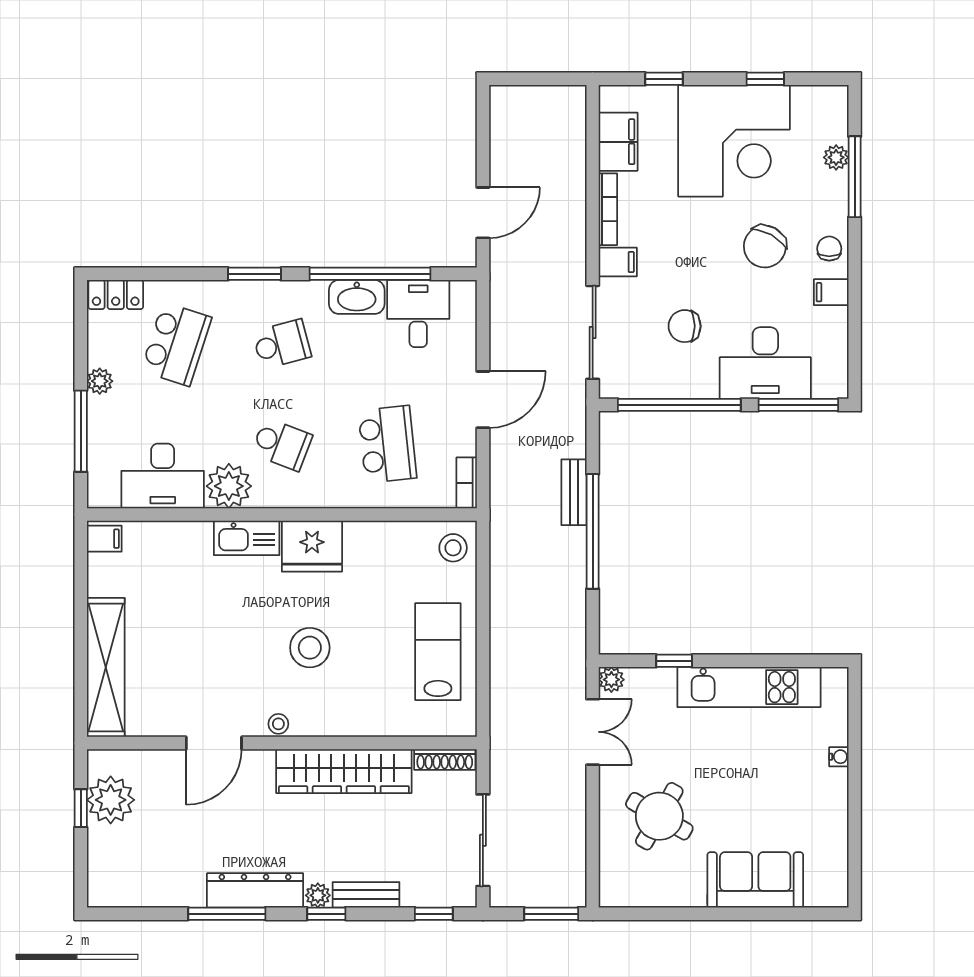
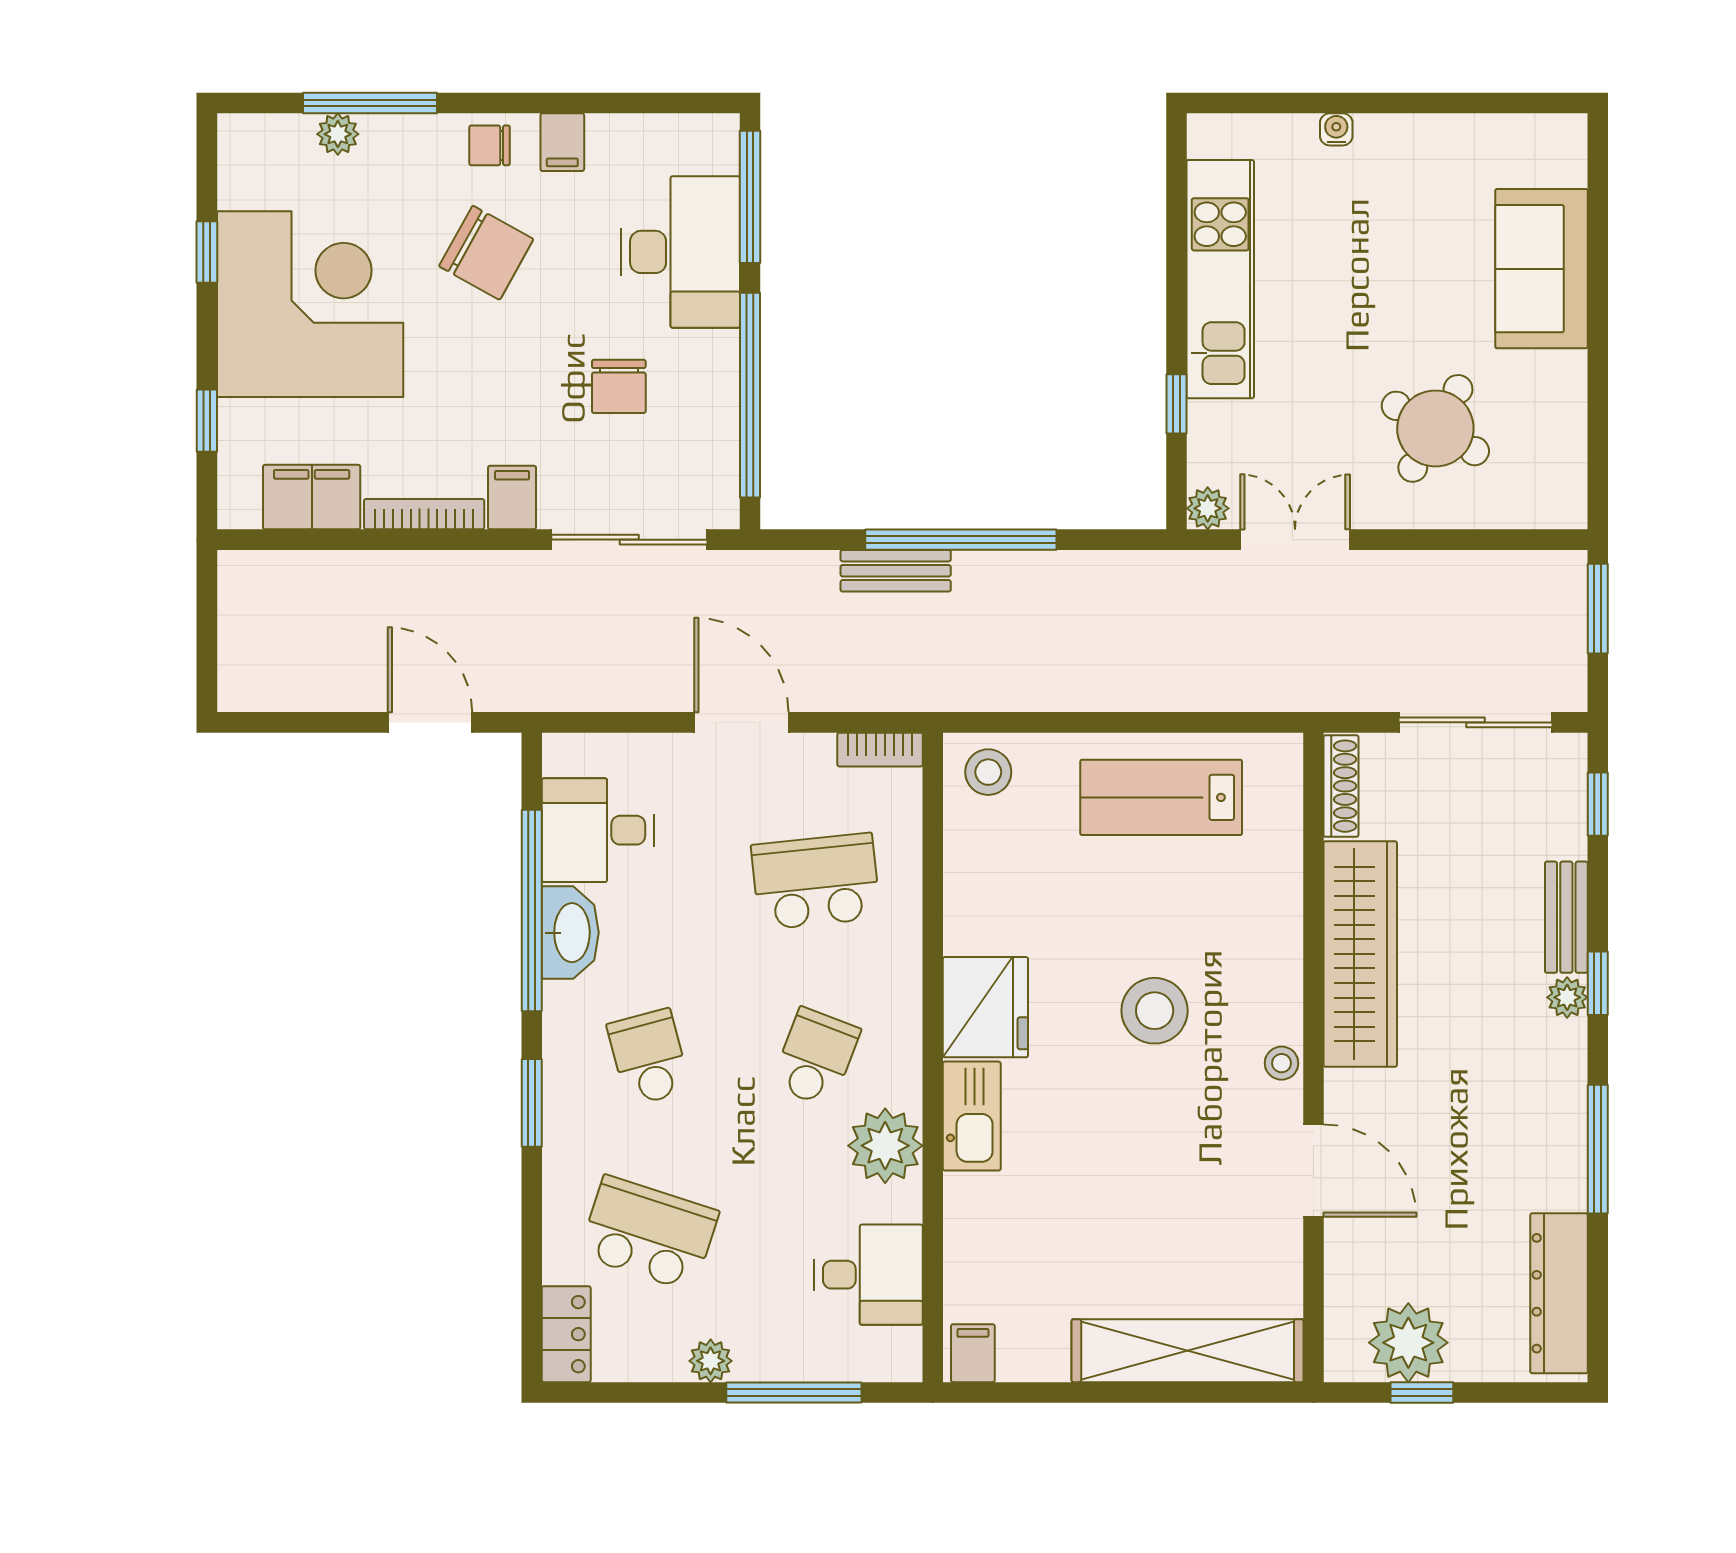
desk: (163, 476) -> (869, 1275), width x0.73
dresser: (255, 890) -> (1559, 1293), moved

